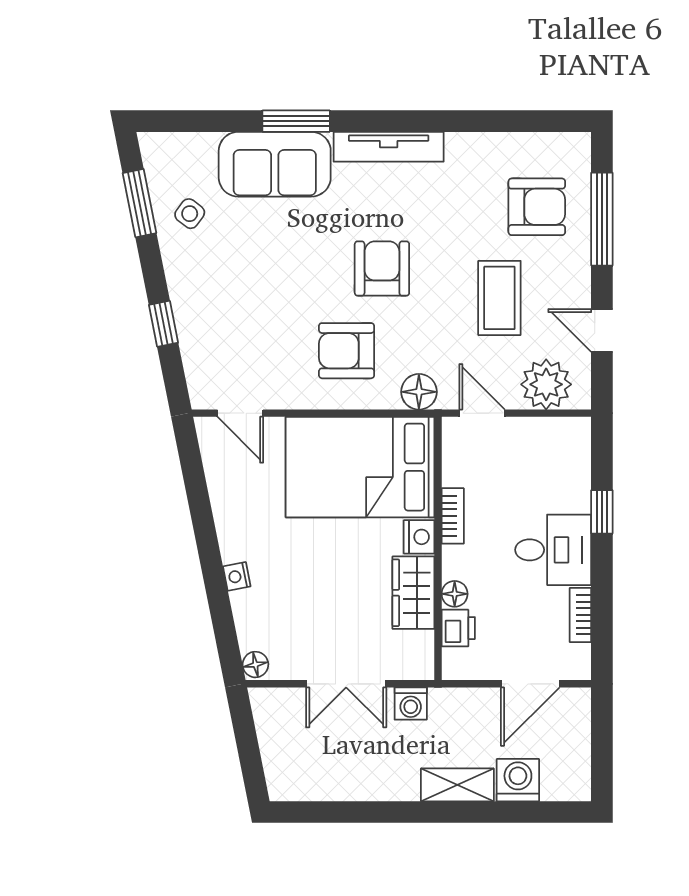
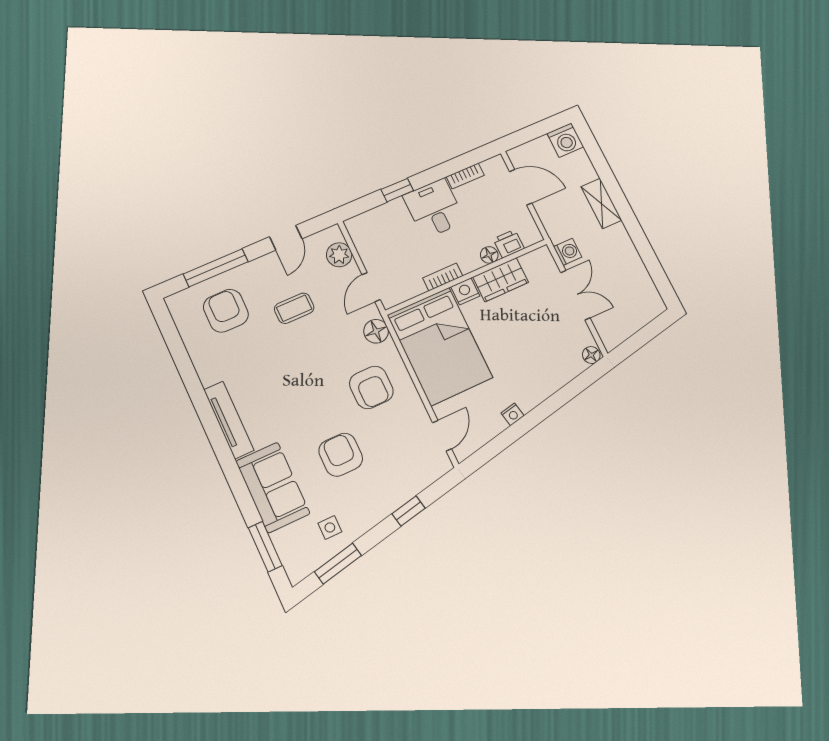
window: (296, 121) -> (265, 547), moved
side table: (190, 214) -> (330, 527), turned -37
armchair: (382, 269) -> (341, 455), moved, turned 90
coffee table: (499, 298) -> (294, 308), width x0.73, depth x0.77
plant: (546, 384) -> (339, 255), width x0.73, depth x0.73
nightstand: (237, 576) -> (513, 414), moved
washing machine: (518, 780) -> (565, 140), moved, turned -90

